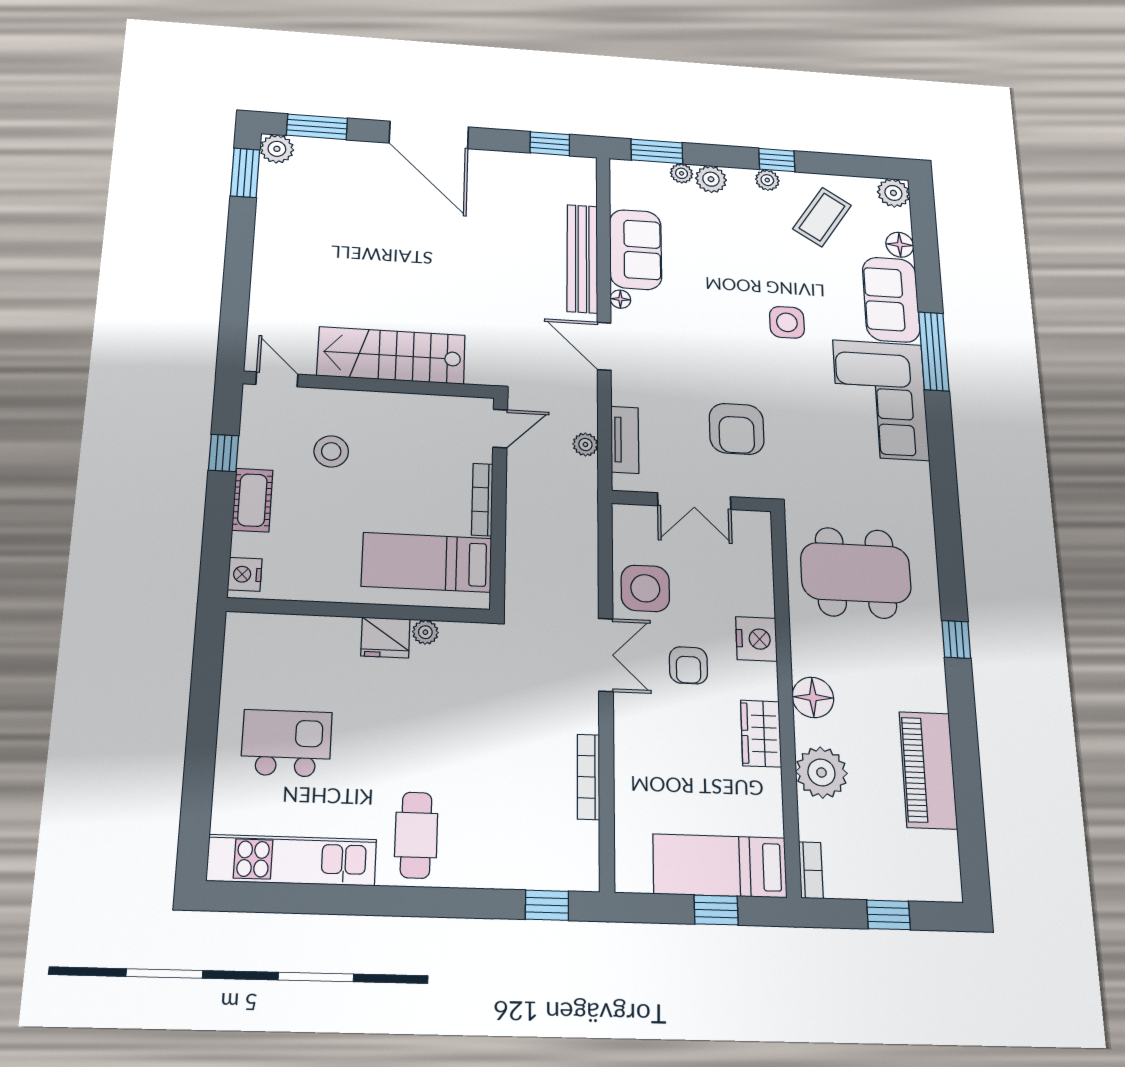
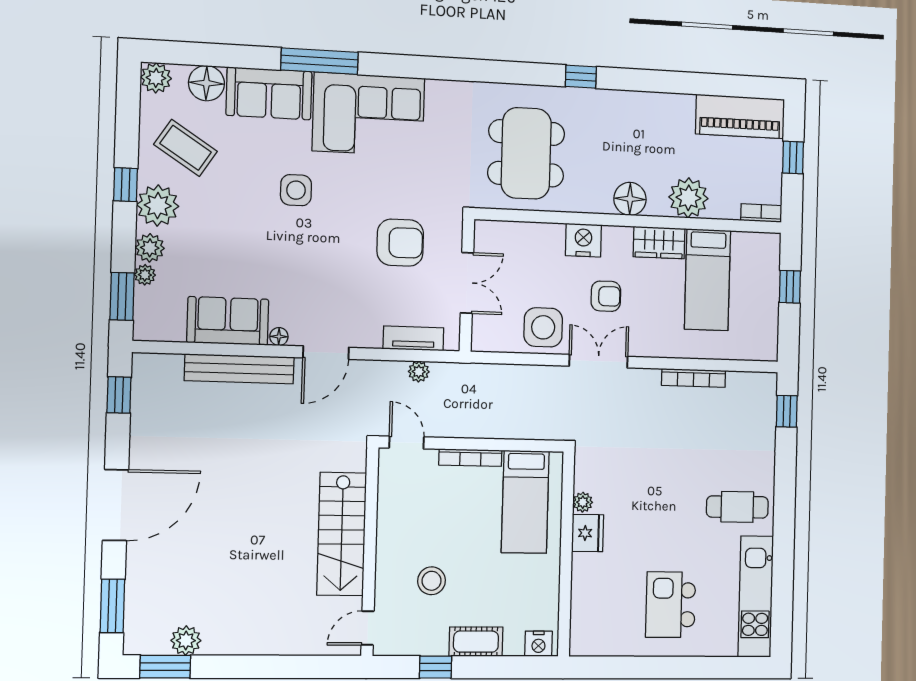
plant: (277, 149) -> (186, 641), moved
plant: (767, 180) -> (158, 206), width x1.88, depth x1.88
floor lamp: (900, 245) -> (206, 83), width x1.38, depth x1.38
piano: (928, 770) -> (740, 116), moved
bed: (720, 866) -> (707, 280), moved

